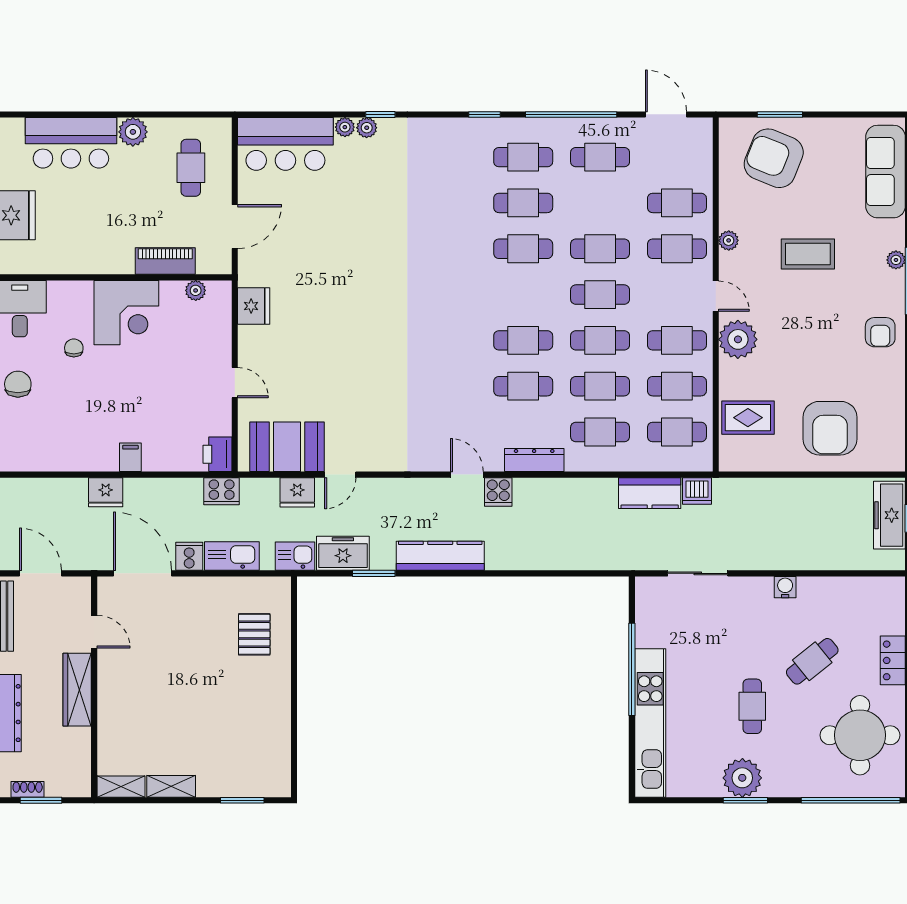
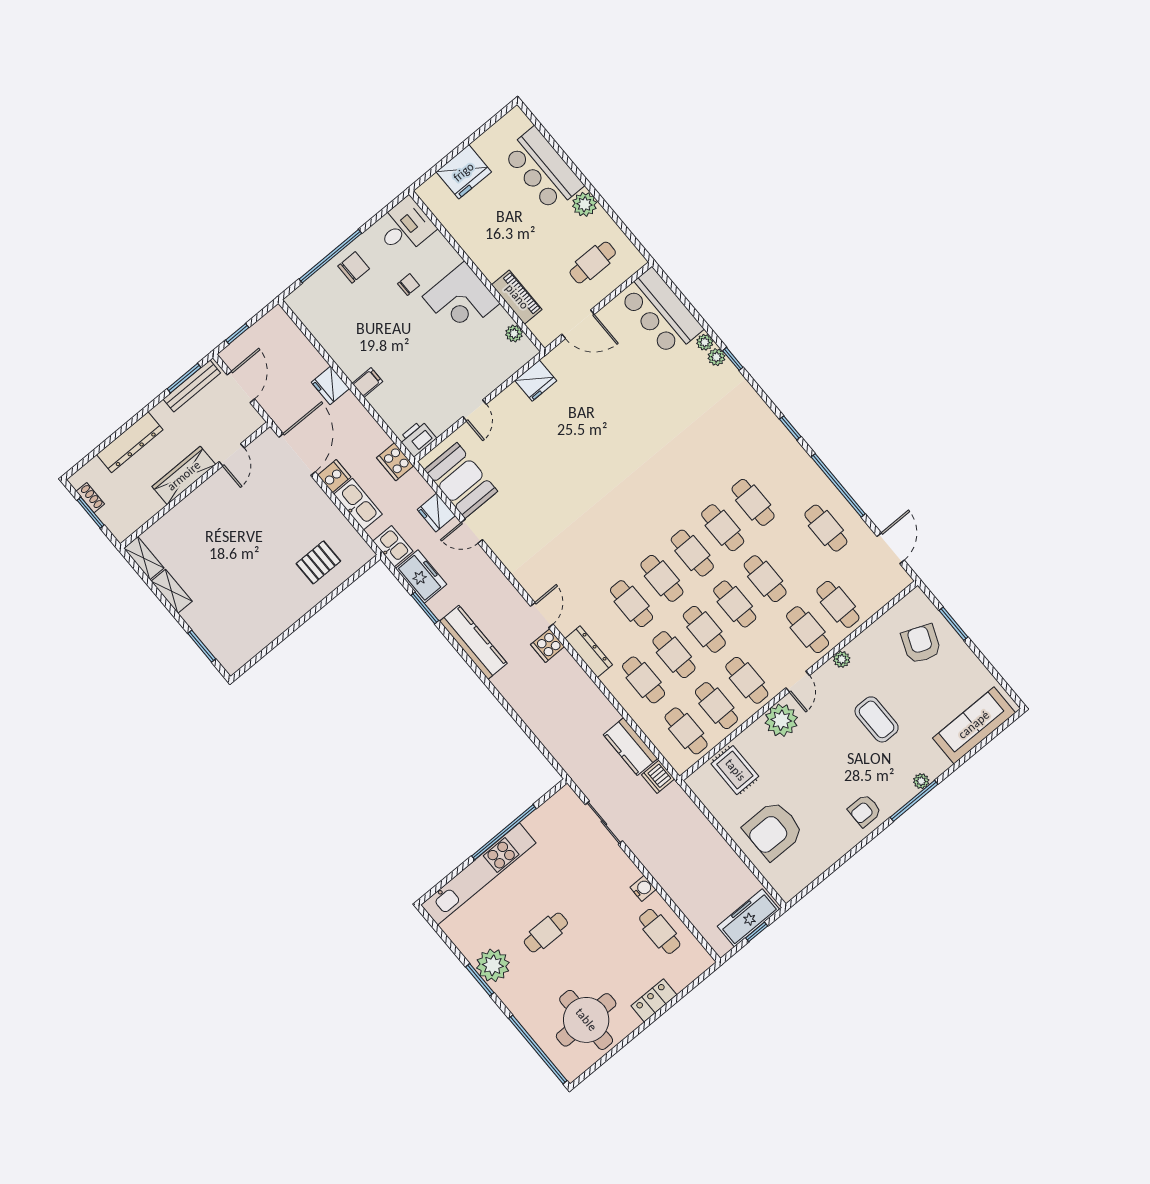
cafe table: (523, 157) -> (692, 553), moved
armchair: (774, 158) -> (921, 644), width x0.73, depth x0.73
cafe table: (812, 661) -> (660, 931), moved, turned 39

